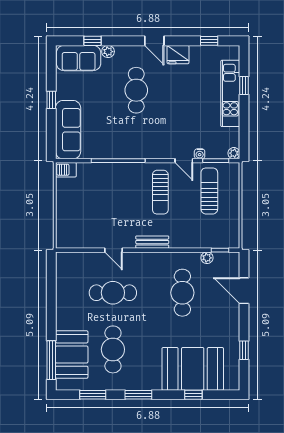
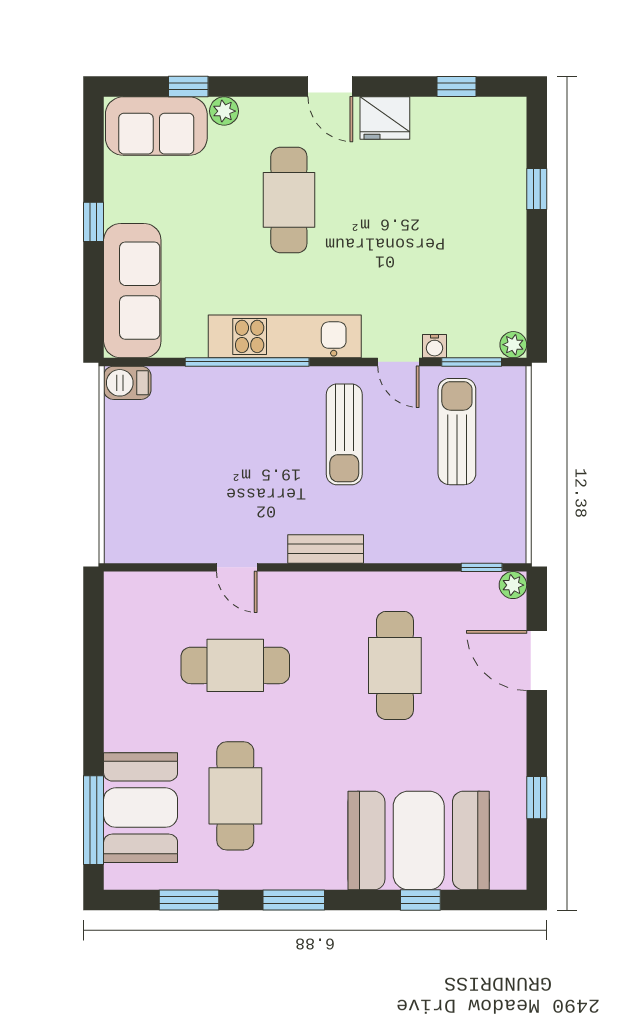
kitchen unit: (230, 93) -> (285, 336), moved, turned 90
plant: (207, 258) -> (513, 585), moved

